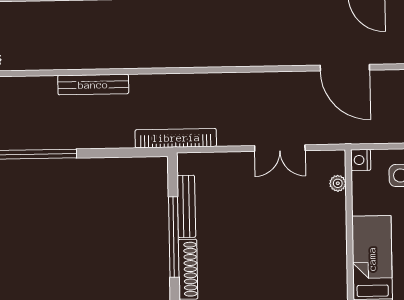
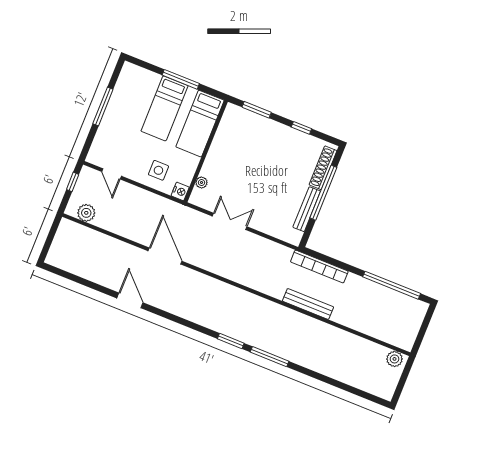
bench: (93, 85) -> (308, 304), moved
bookcase: (176, 138) -> (319, 267), moved

